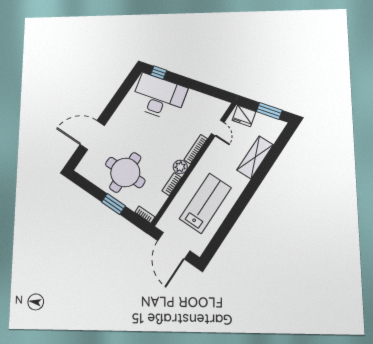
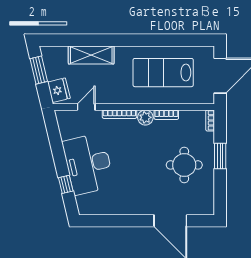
window: (159, 73) -> (66, 184), moved
desk: (159, 97) -> (88, 164), moved
round table: (125, 172) -> (184, 165), width x0.73, depth x0.73

